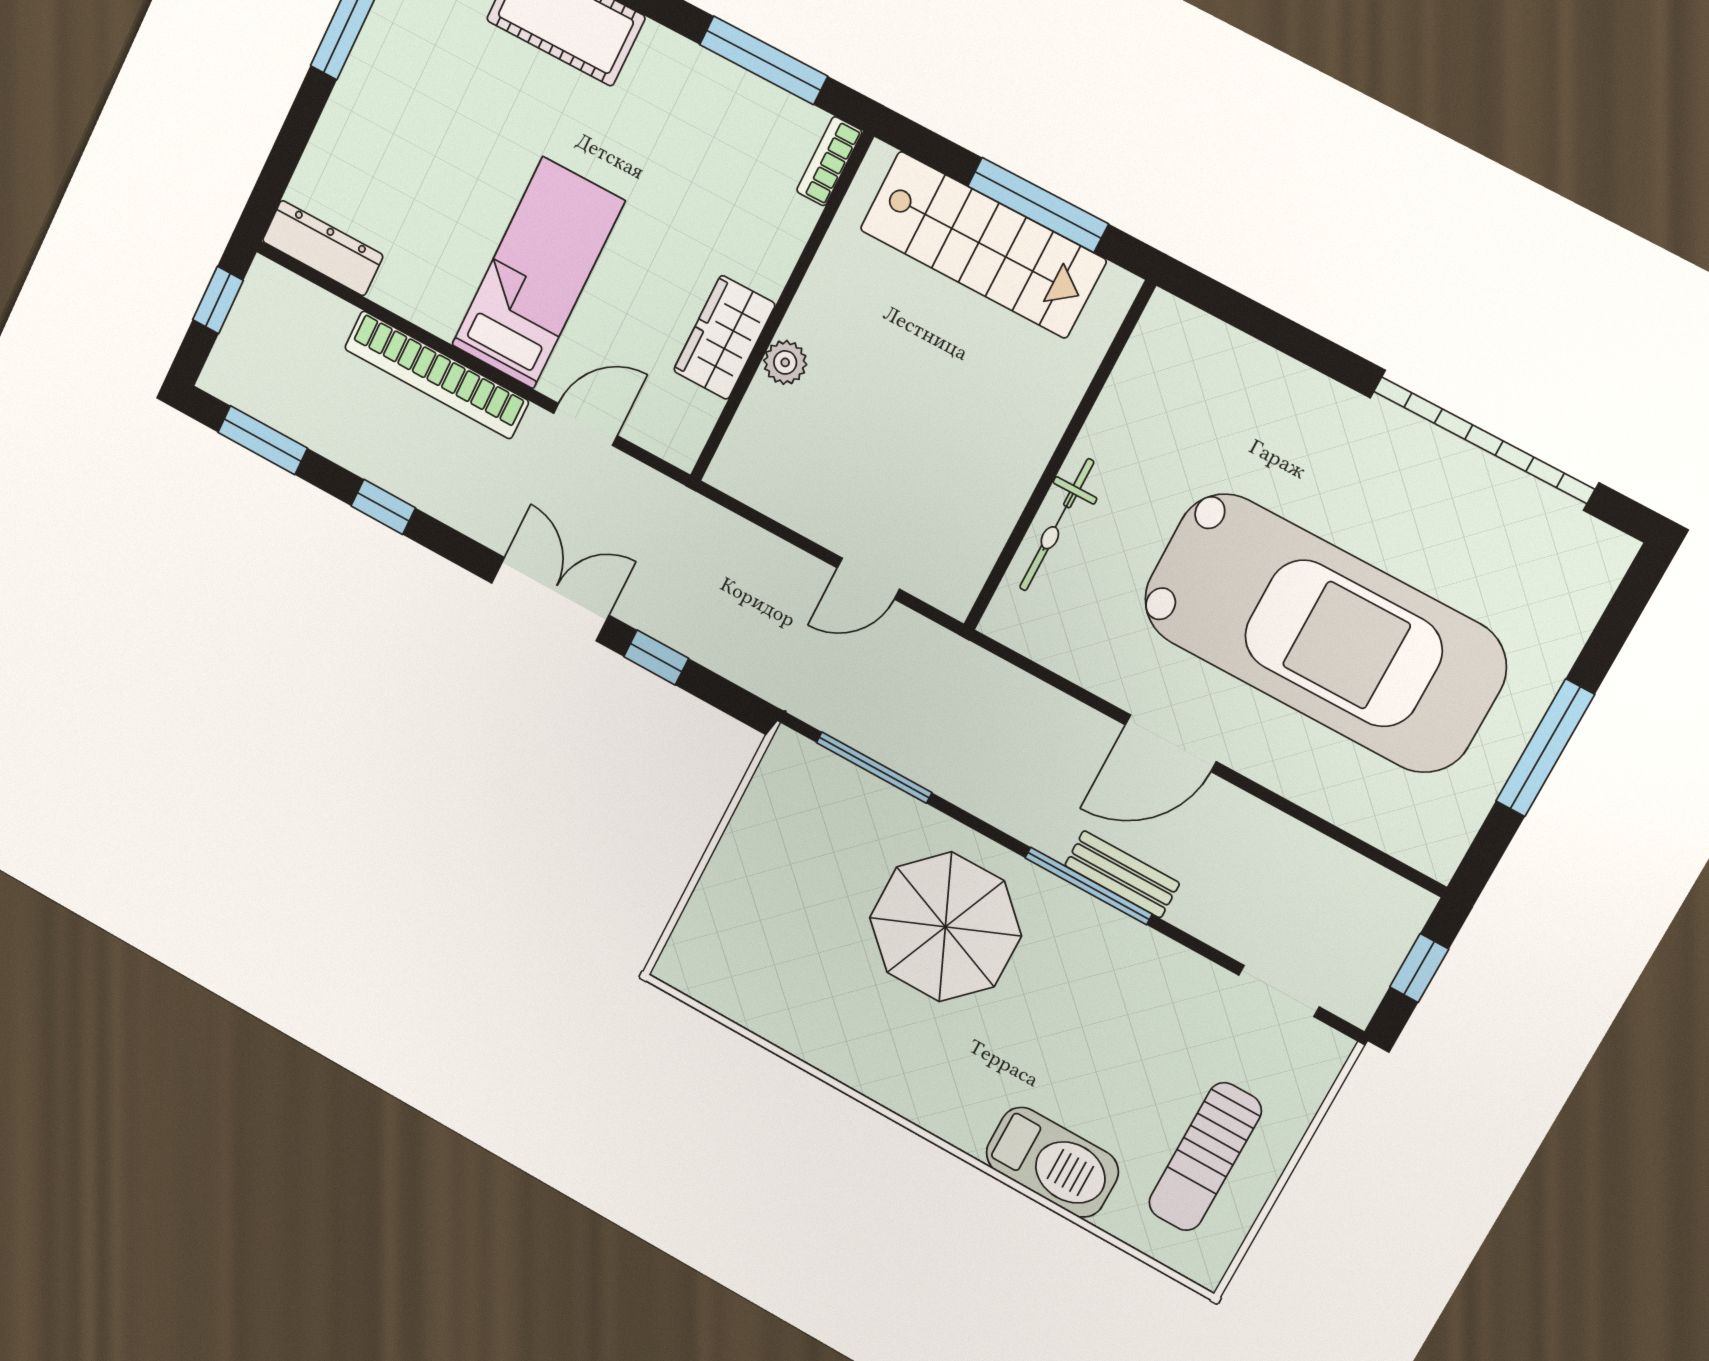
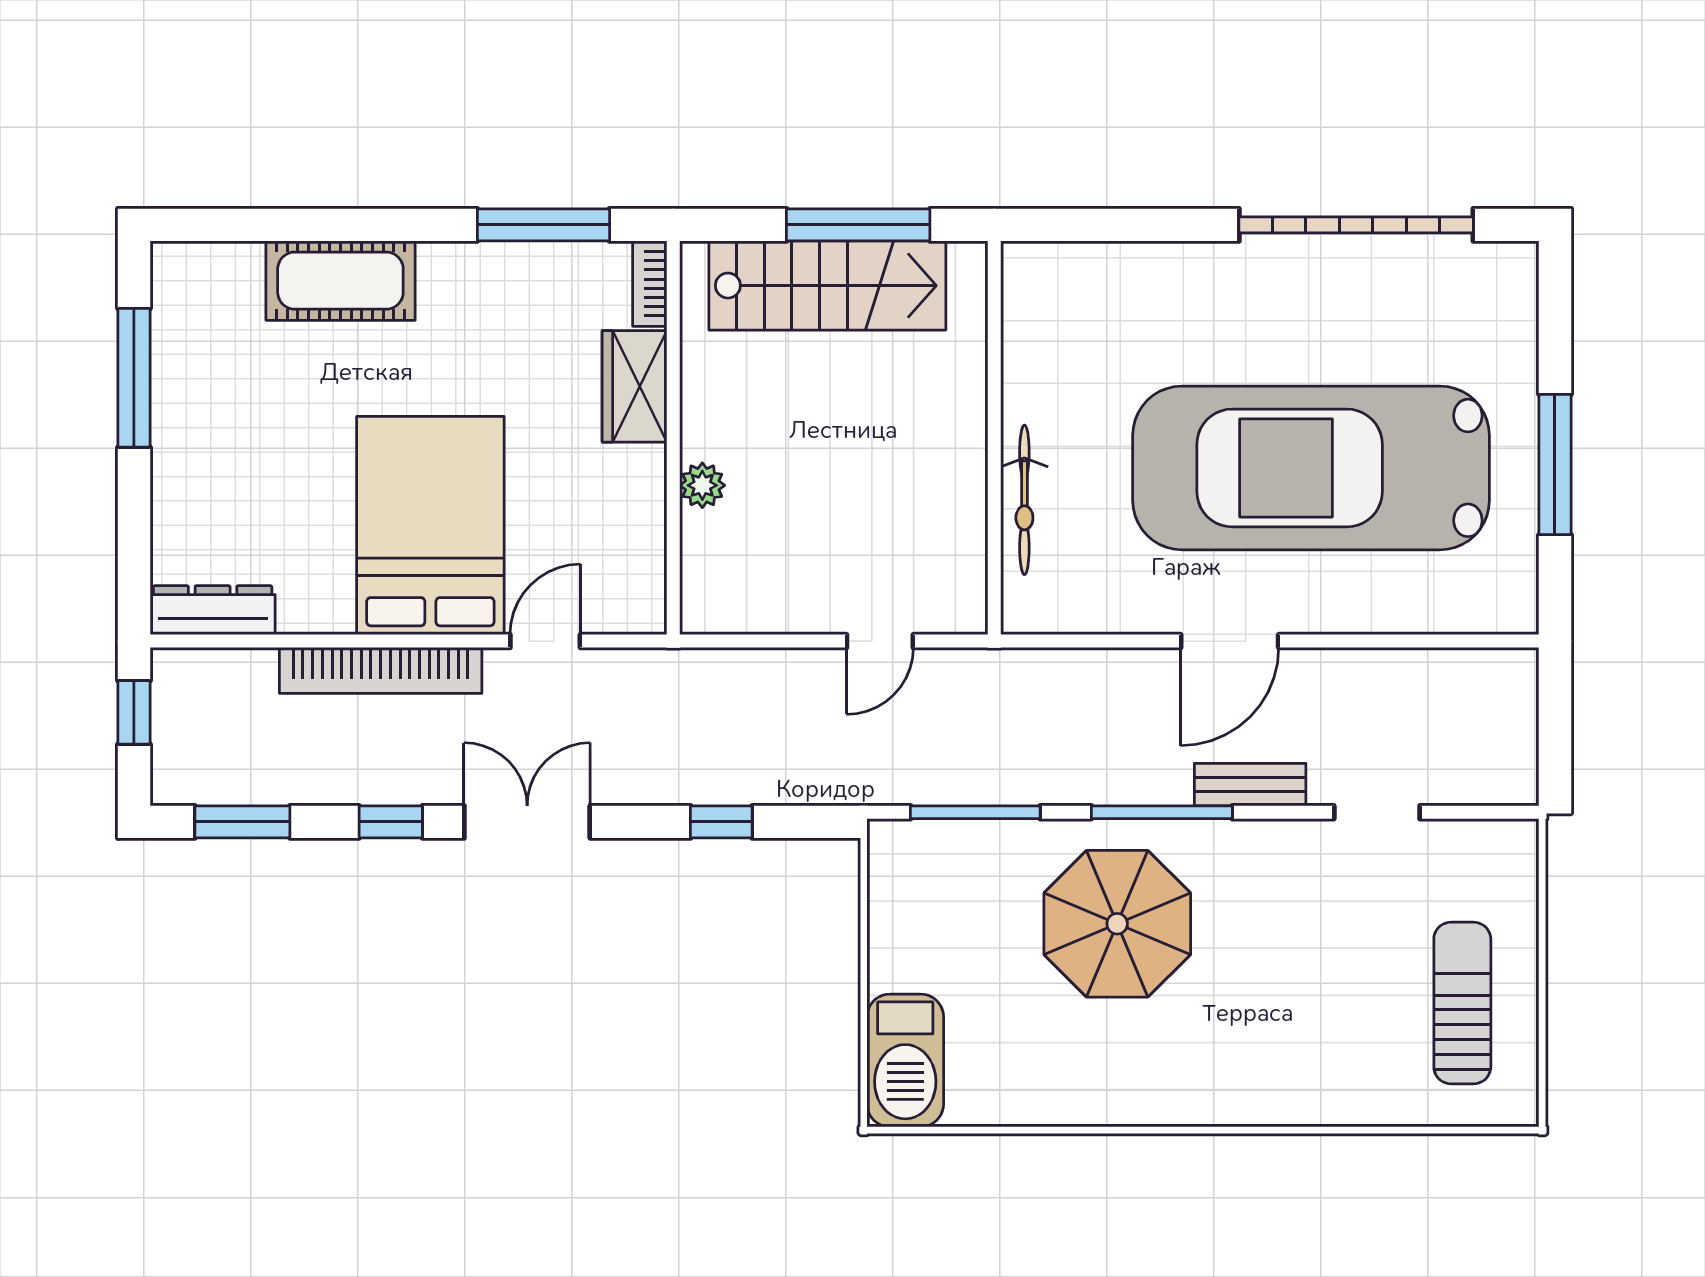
bed: (538, 273) -> (430, 525), width x1.50
wardrobe: (724, 337) -> (635, 386), moved
double door: (550, 599) -> (527, 822), moved
car: (1324, 633) -> (1311, 468), turned 180
window: (1088, 886) -> (1162, 812), moved
window: (1419, 968) -> (1555, 721), removed
doorway: (1279, 991) -> (1377, 812), moved
sun lounger: (1205, 1157) -> (1462, 1003), turned 180
barbecue: (1052, 1162) -> (905, 1060), moved, turned 90

